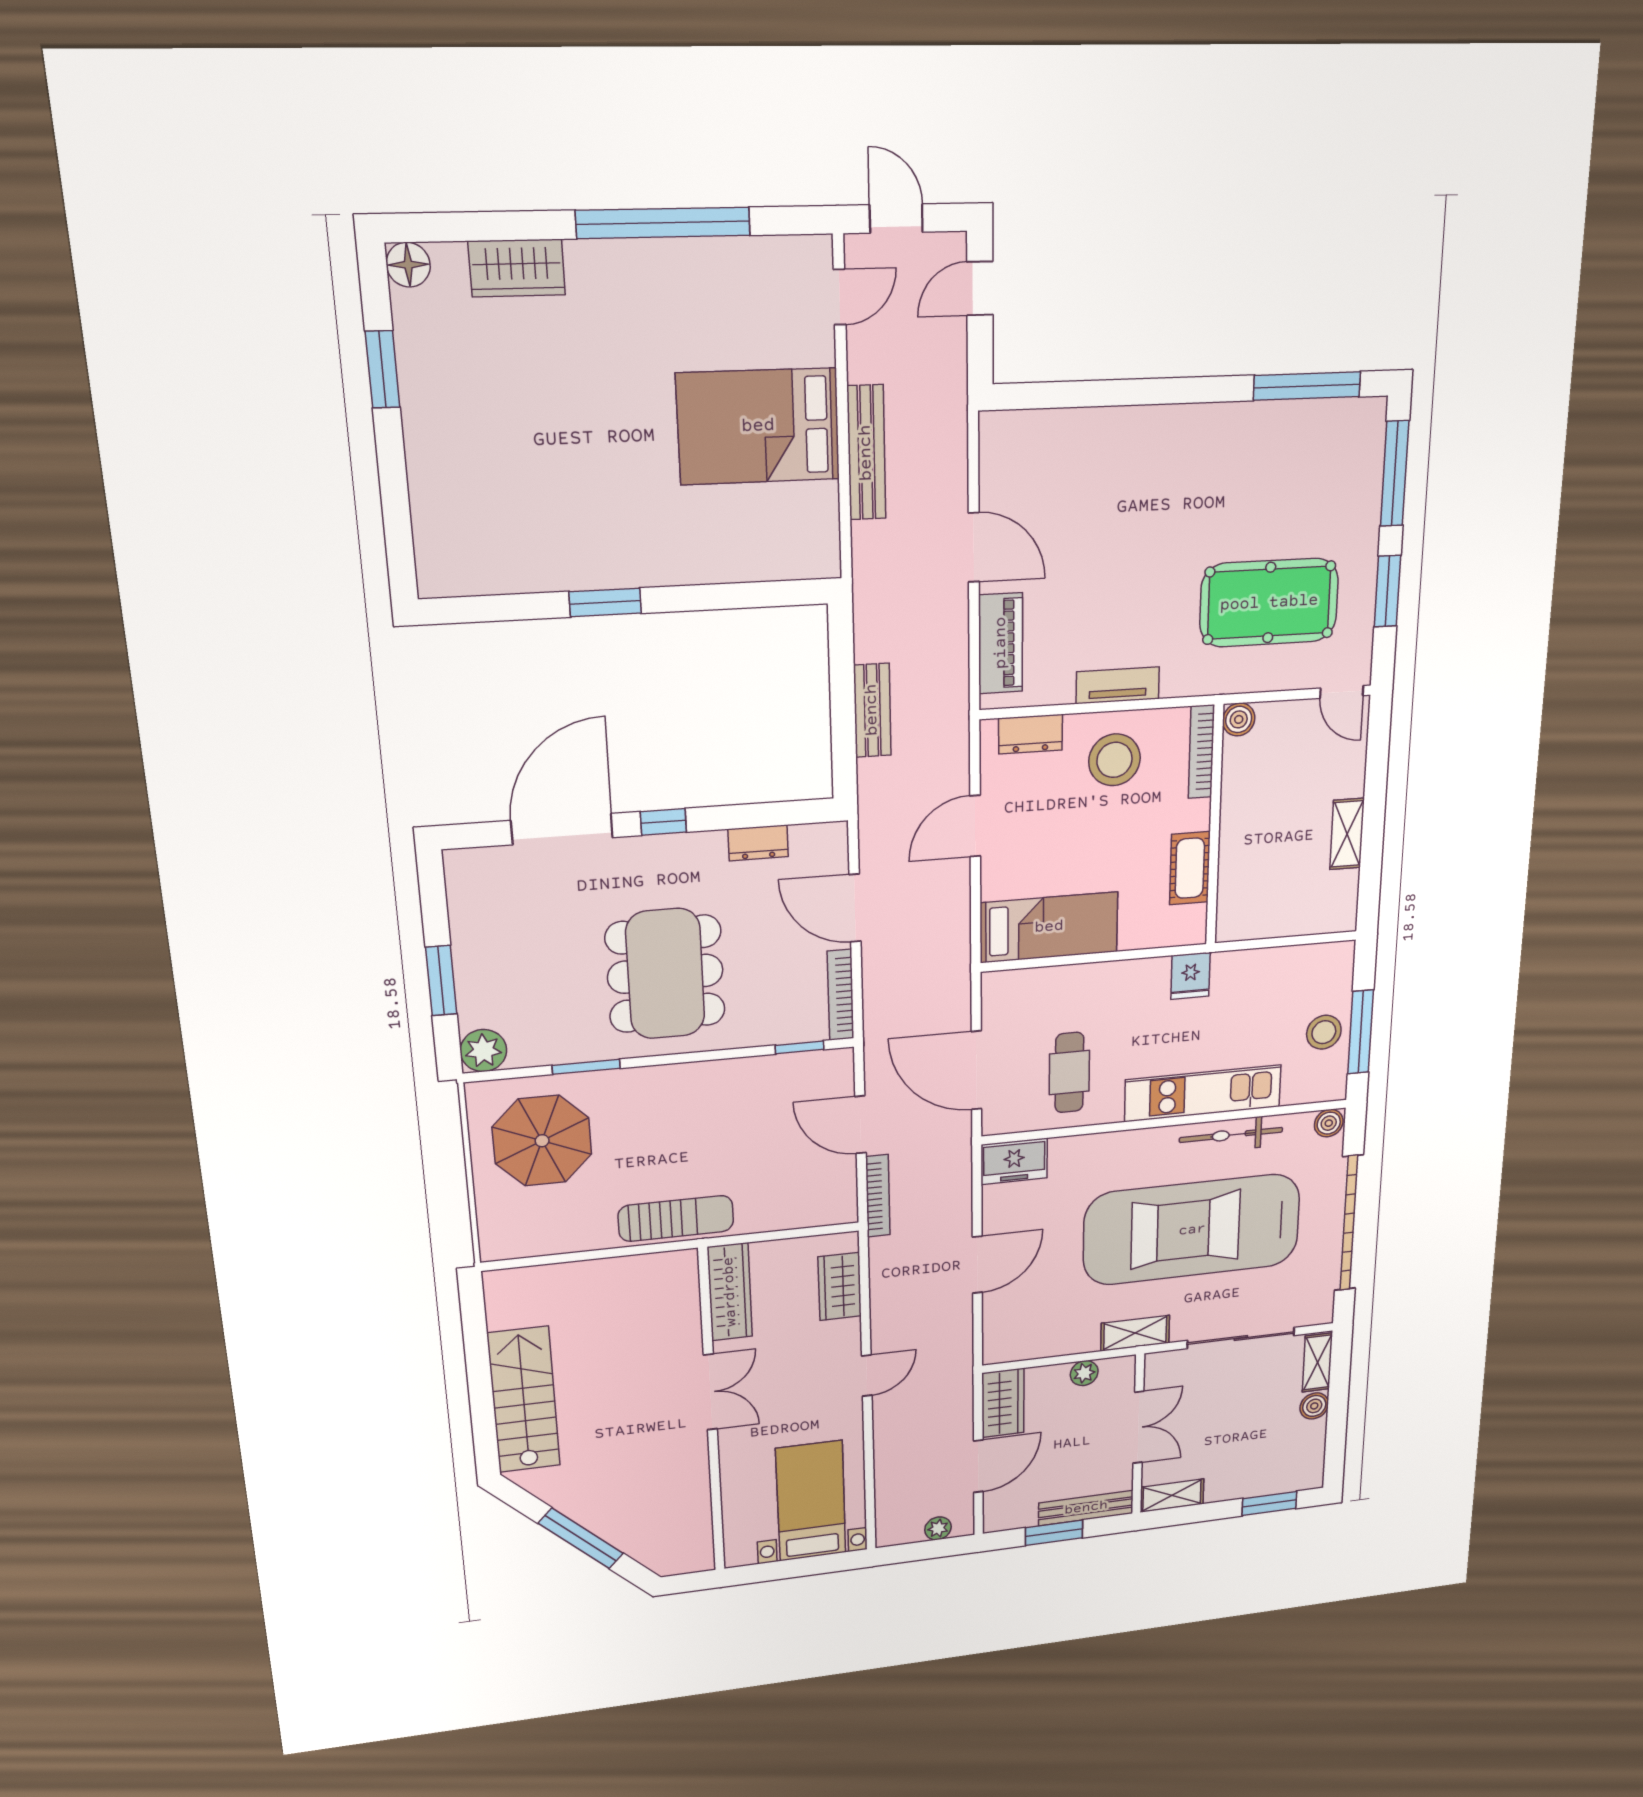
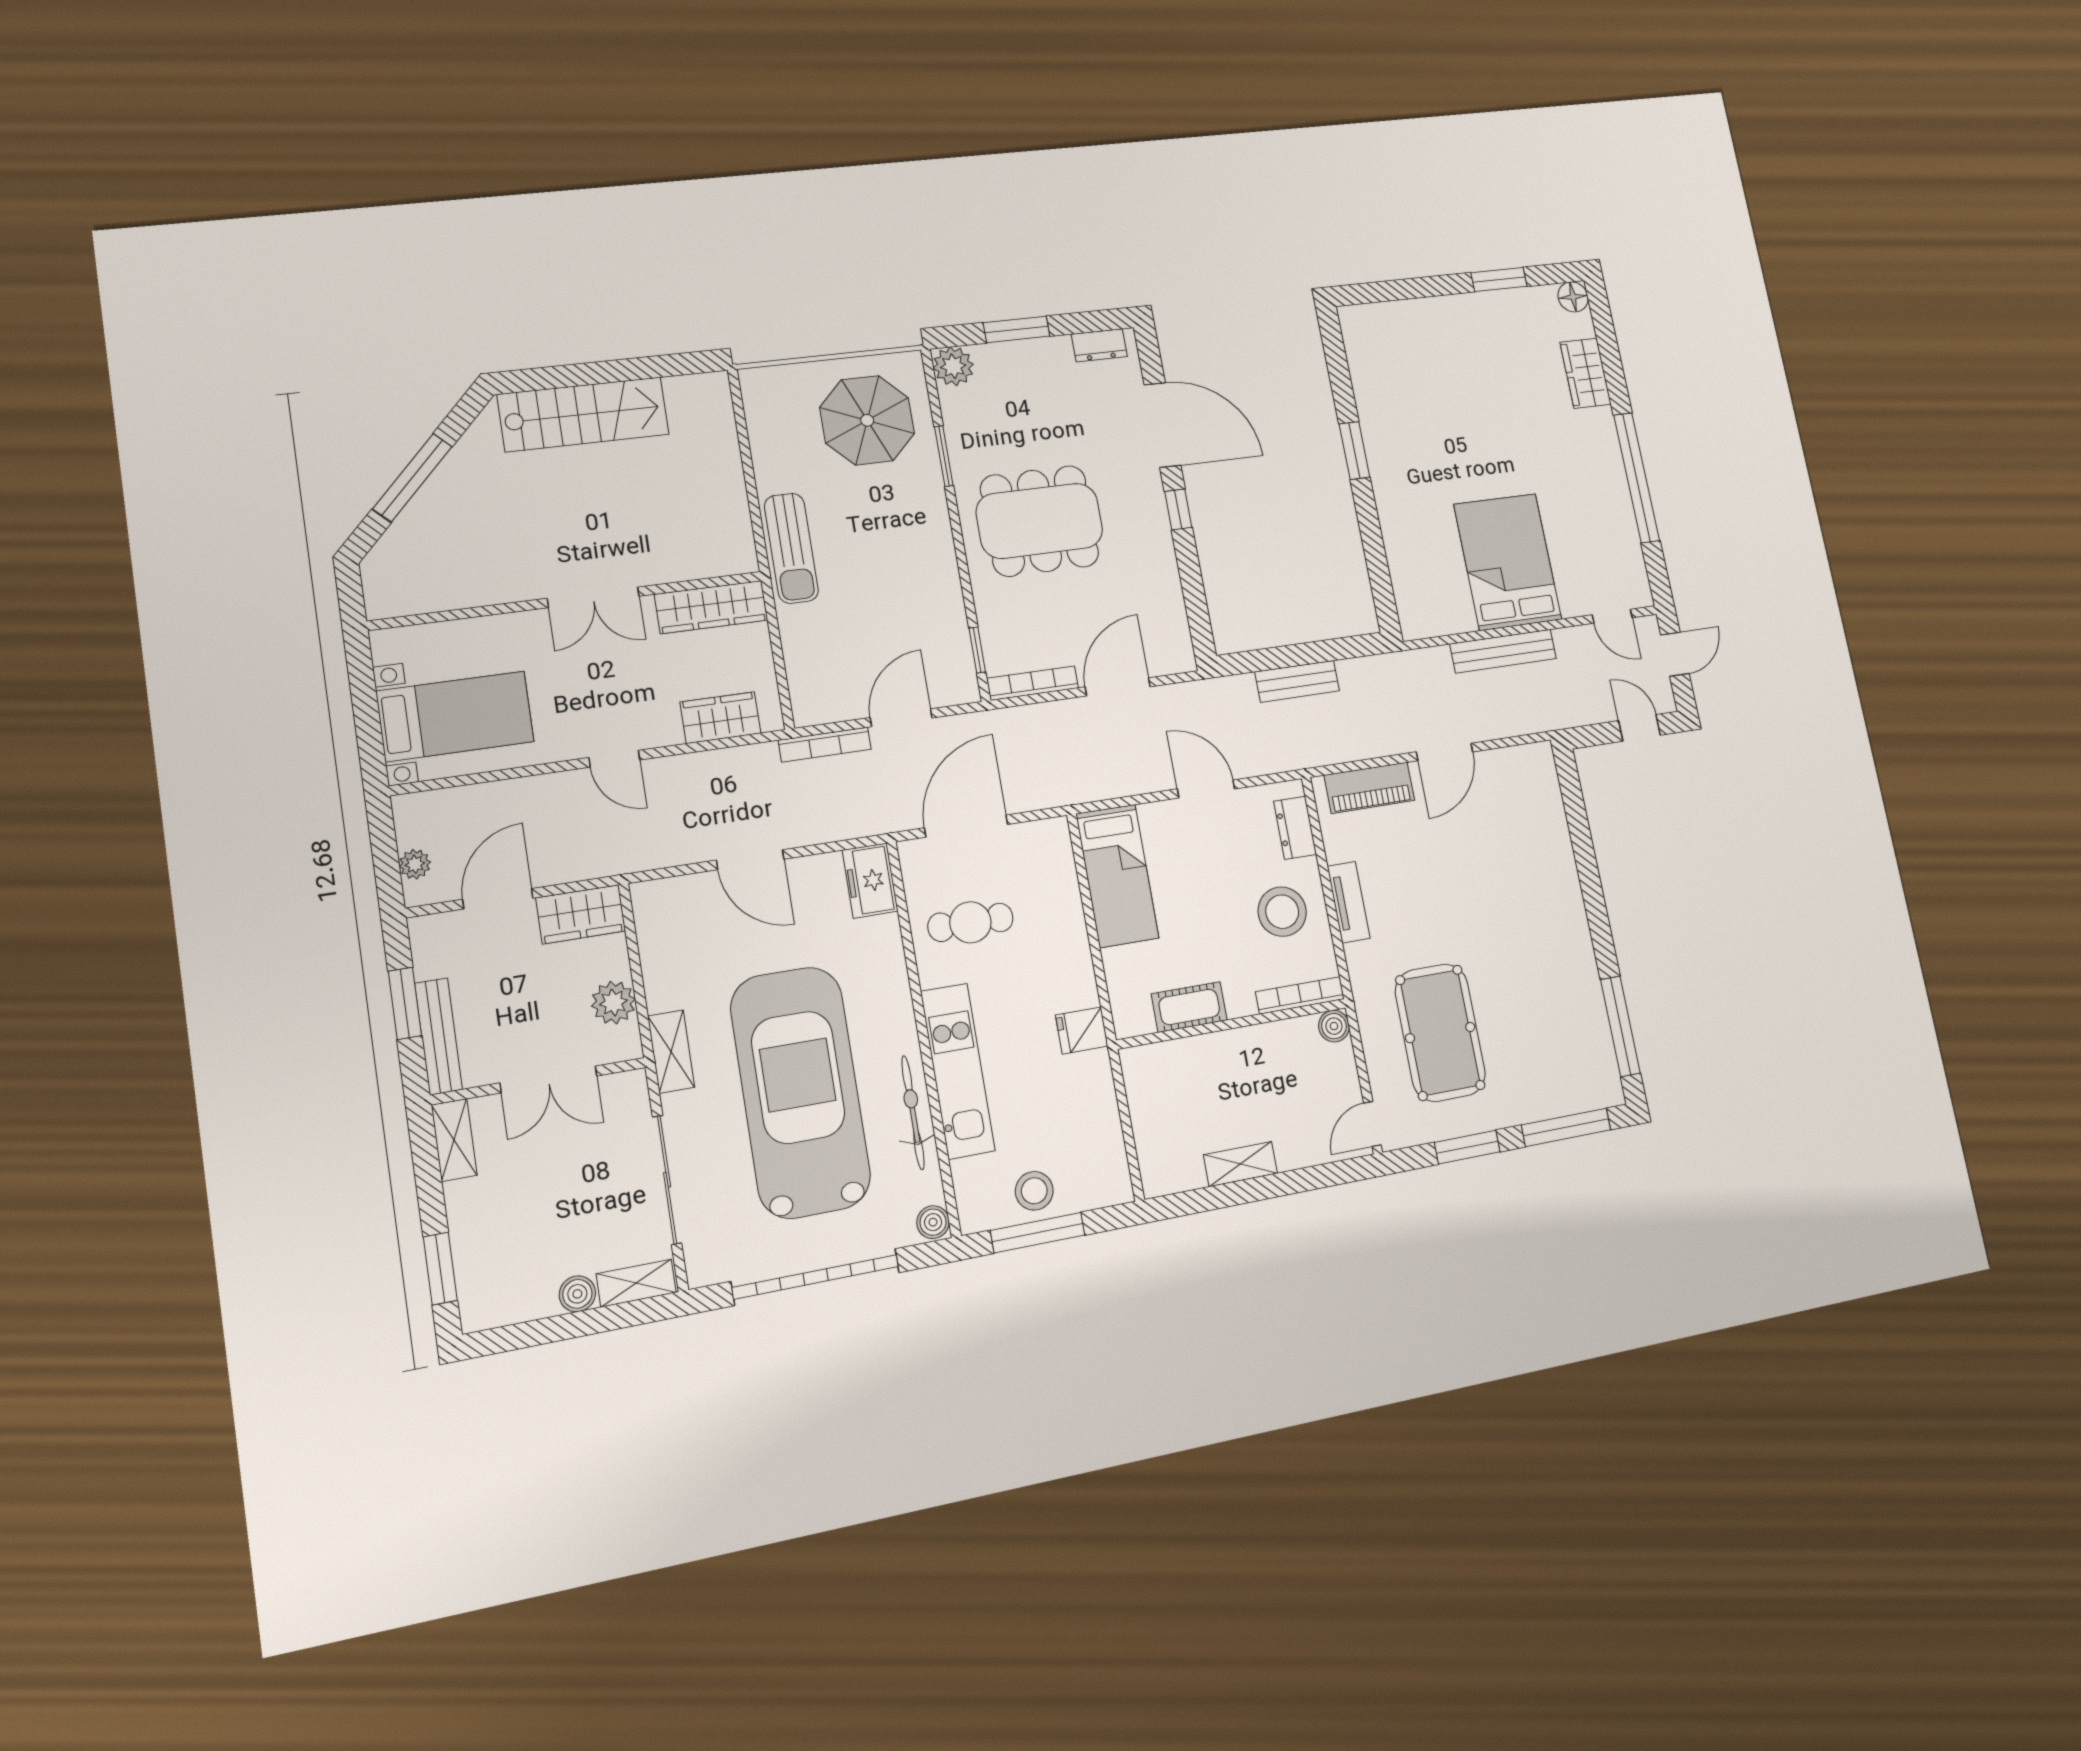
dresser: (758, 843) -> (1099, 345), moved, turned -90
plant: (1084, 1373) -> (613, 1003), width x1.38, depth x1.38
door: (978, 1466) -> (498, 899), swing flipped

